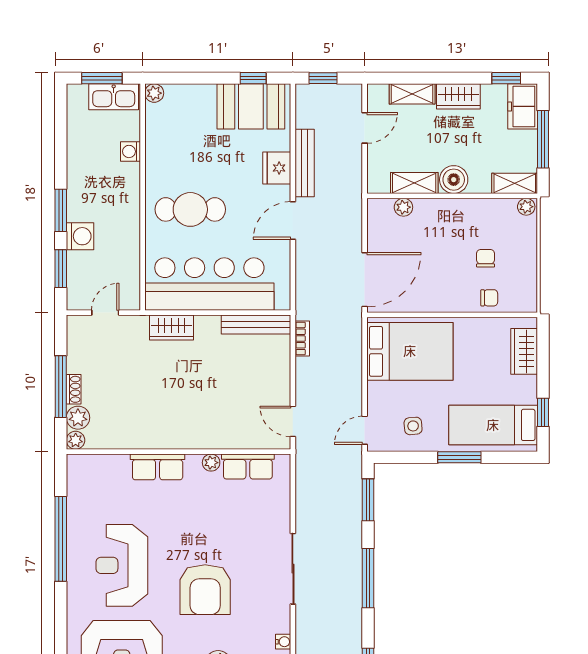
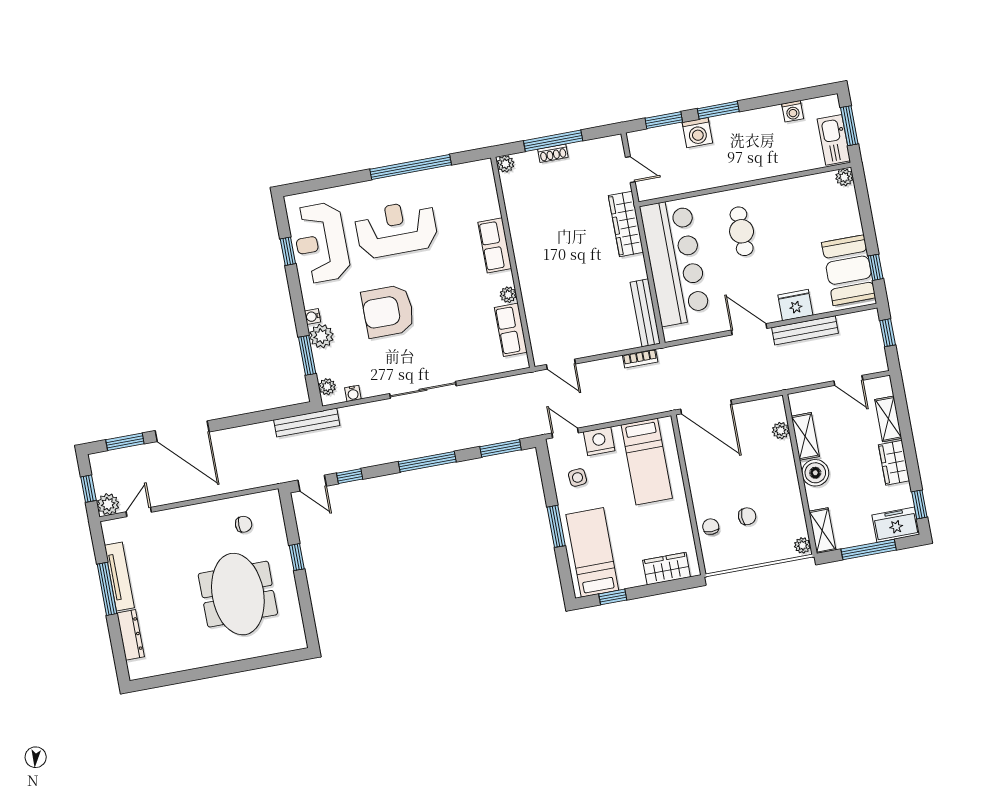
washing machine: (131, 151) -> (793, 111), moved, turned 180
cafe table: (190, 209) -> (742, 231), width x0.73, depth x0.74
chair: (489, 298) -> (711, 527), turned 180
wardrobe: (172, 327) -> (626, 224), width x1.50
bed: (410, 351) -> (647, 462), width x0.67
nightstand: (380, 397) -> (599, 441), added
plant: (78, 418) -> (527, 162), removed
door: (293, 421) -> (561, 364), swing flipped

